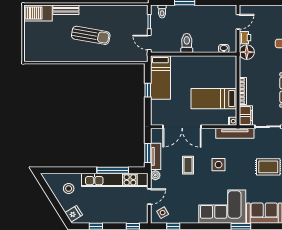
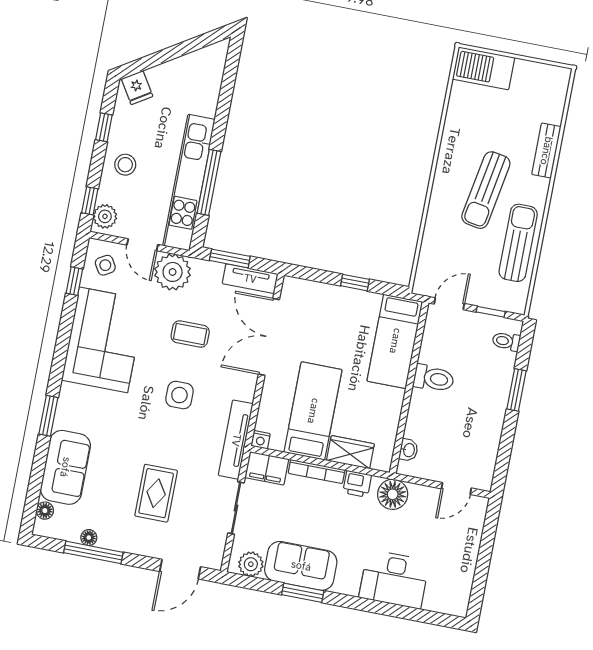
barbecue: (38, 13) -> (484, 68), moved, turned -90
sun lounger: (113, 15) -> (518, 243), added
door: (238, 22) -> (456, 488), hinge flipped
printer: (245, 38) -> (357, 484), moved
wardrobe: (230, 76) -> (350, 452), added
bed: (160, 77) -> (395, 341), moved, turned -90
tv unit: (156, 156) -> (250, 279), moved
plant: (155, 175) -> (173, 272), width x1.88, depth x1.88
stool: (69, 189) -> (125, 165), moved
corner sofa: (222, 207) -> (103, 340), moved
plant: (139, 217) -> (105, 216), added

